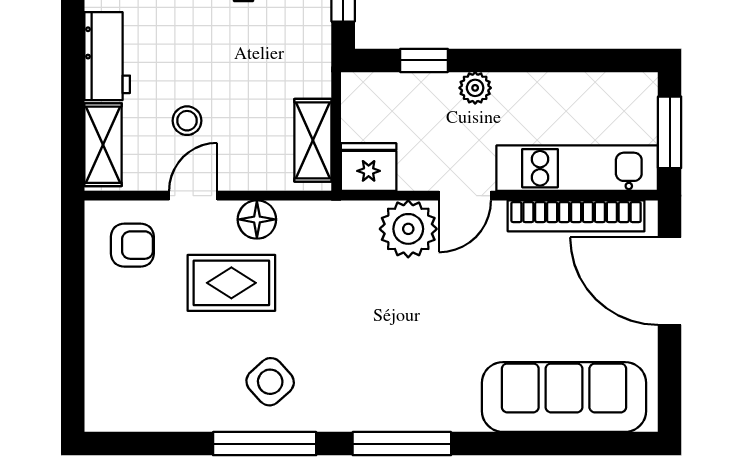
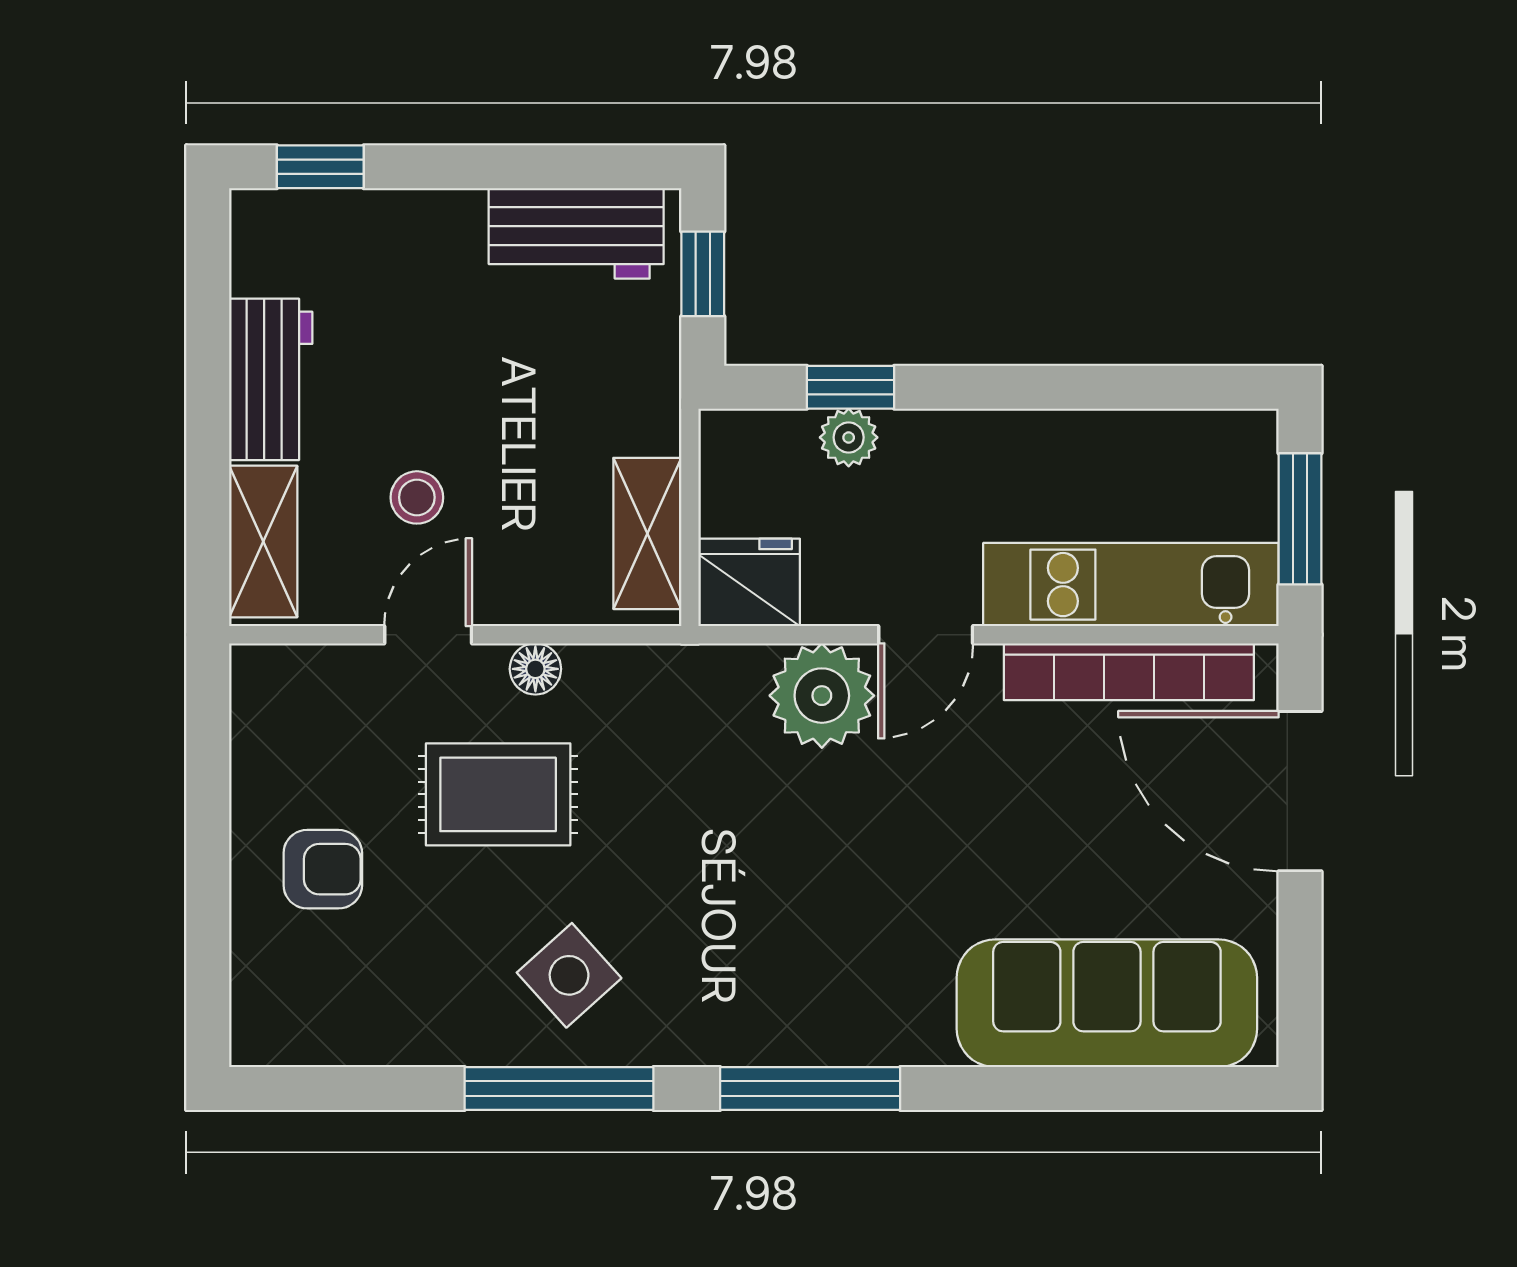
plant: (475, 88) -> (849, 437), moved
floor lamp: (257, 219) -> (535, 669), width x0.73, depth x0.73
armchair: (132, 245) -> (323, 869), moved

